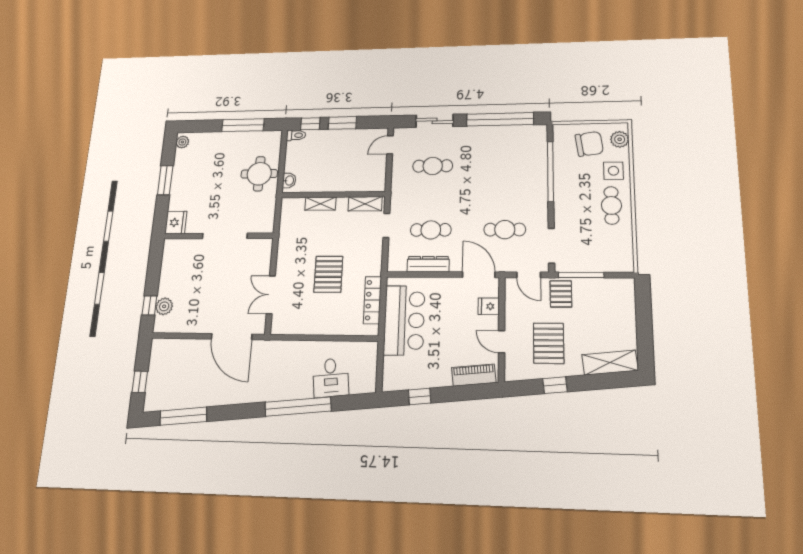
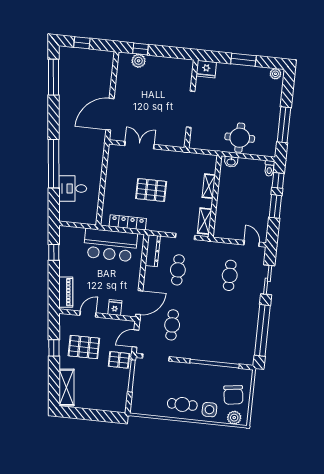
dresser: (428, 264) -> (153, 251), moved

